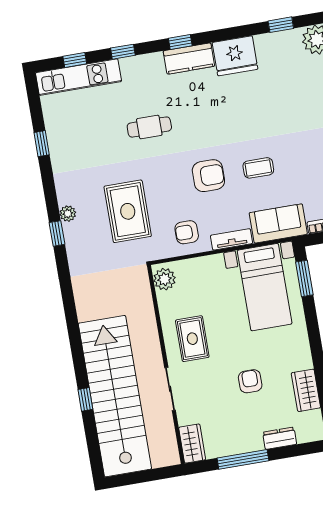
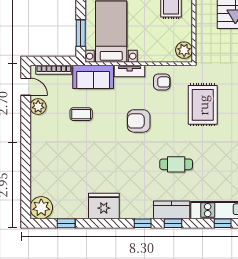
window: (123, 52) -> (173, 223), moved
kitchen counter: (189, 59) -> (172, 210), moved
coffee table: (258, 168) -> (81, 114), moved

